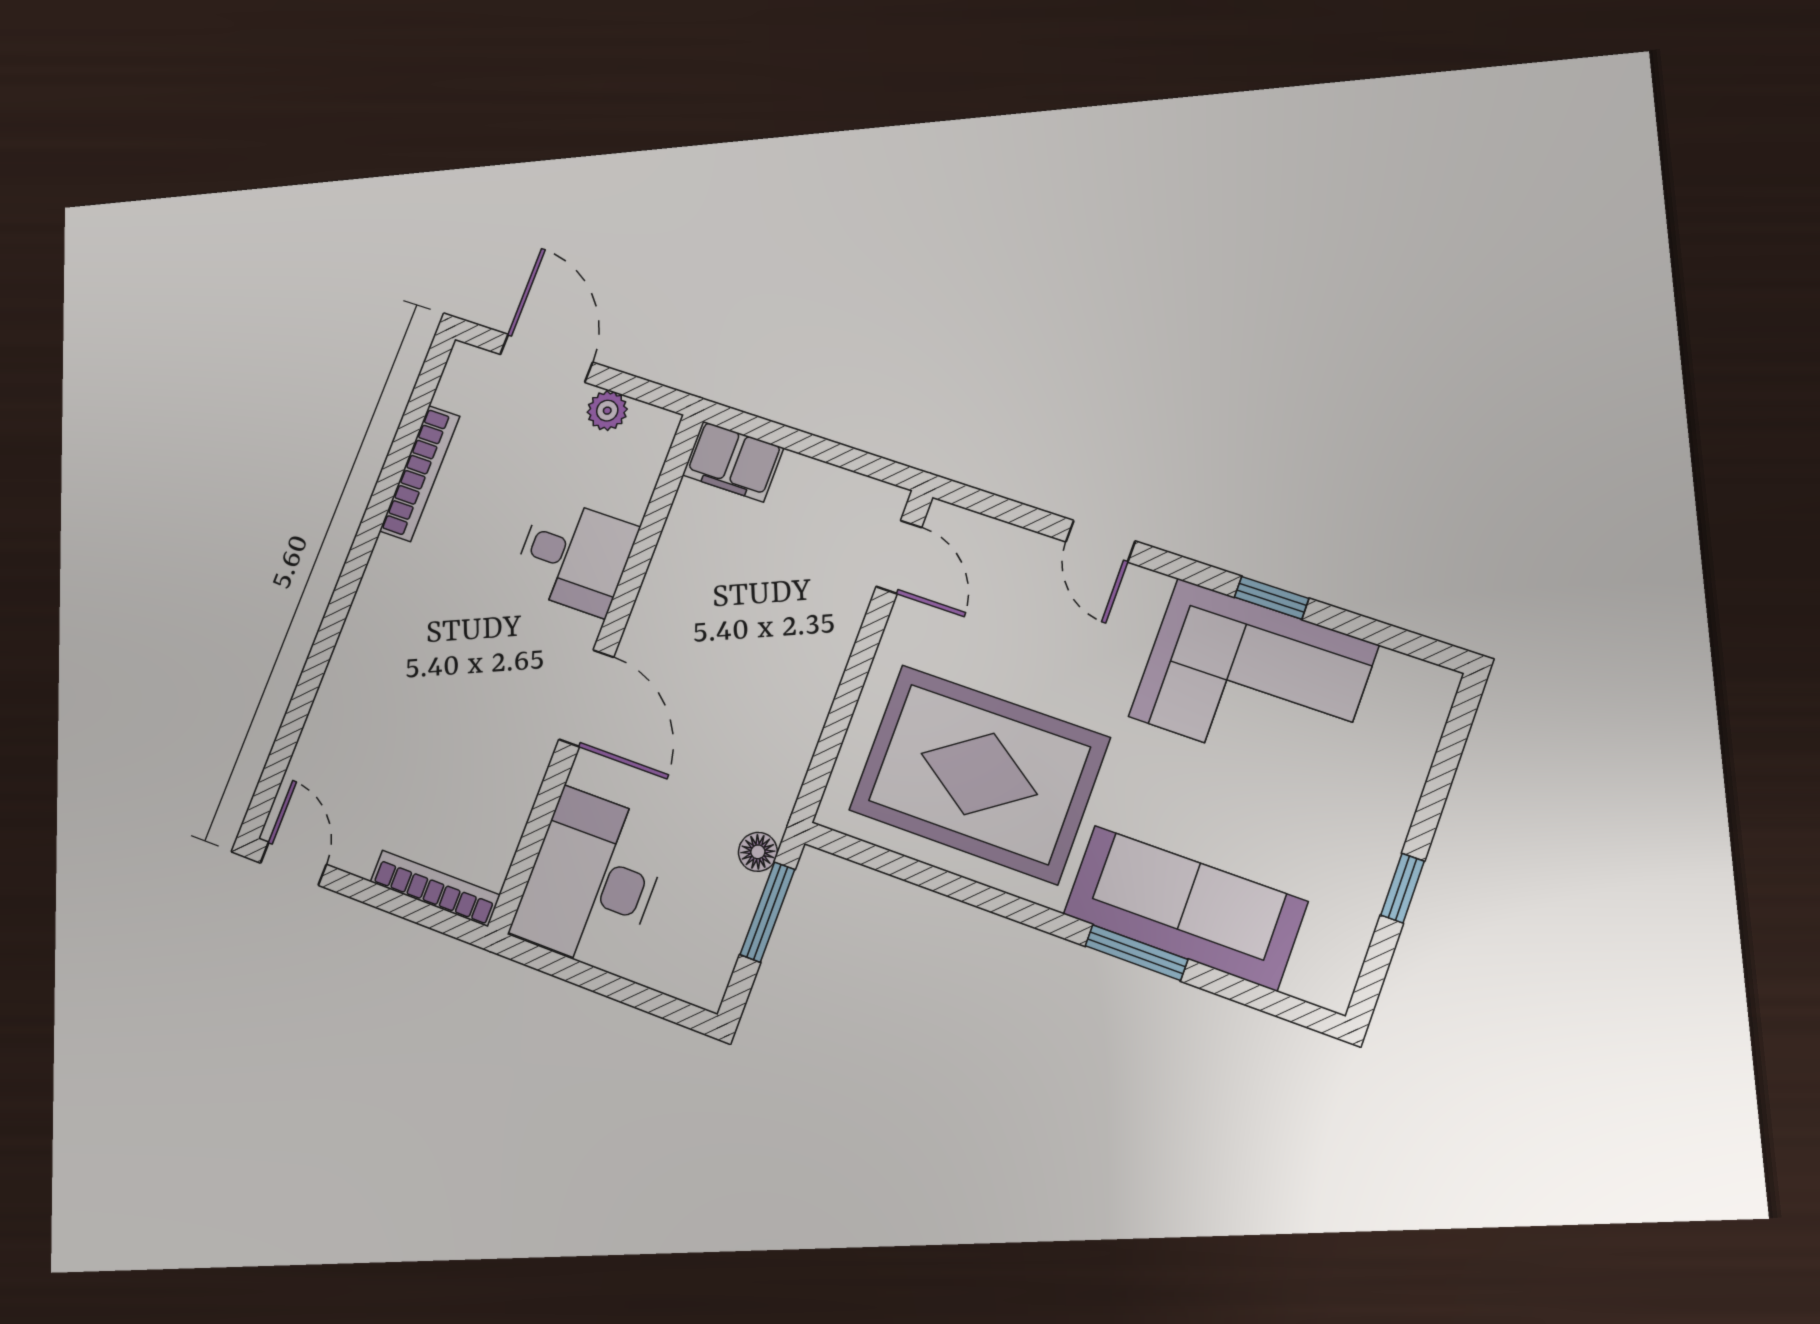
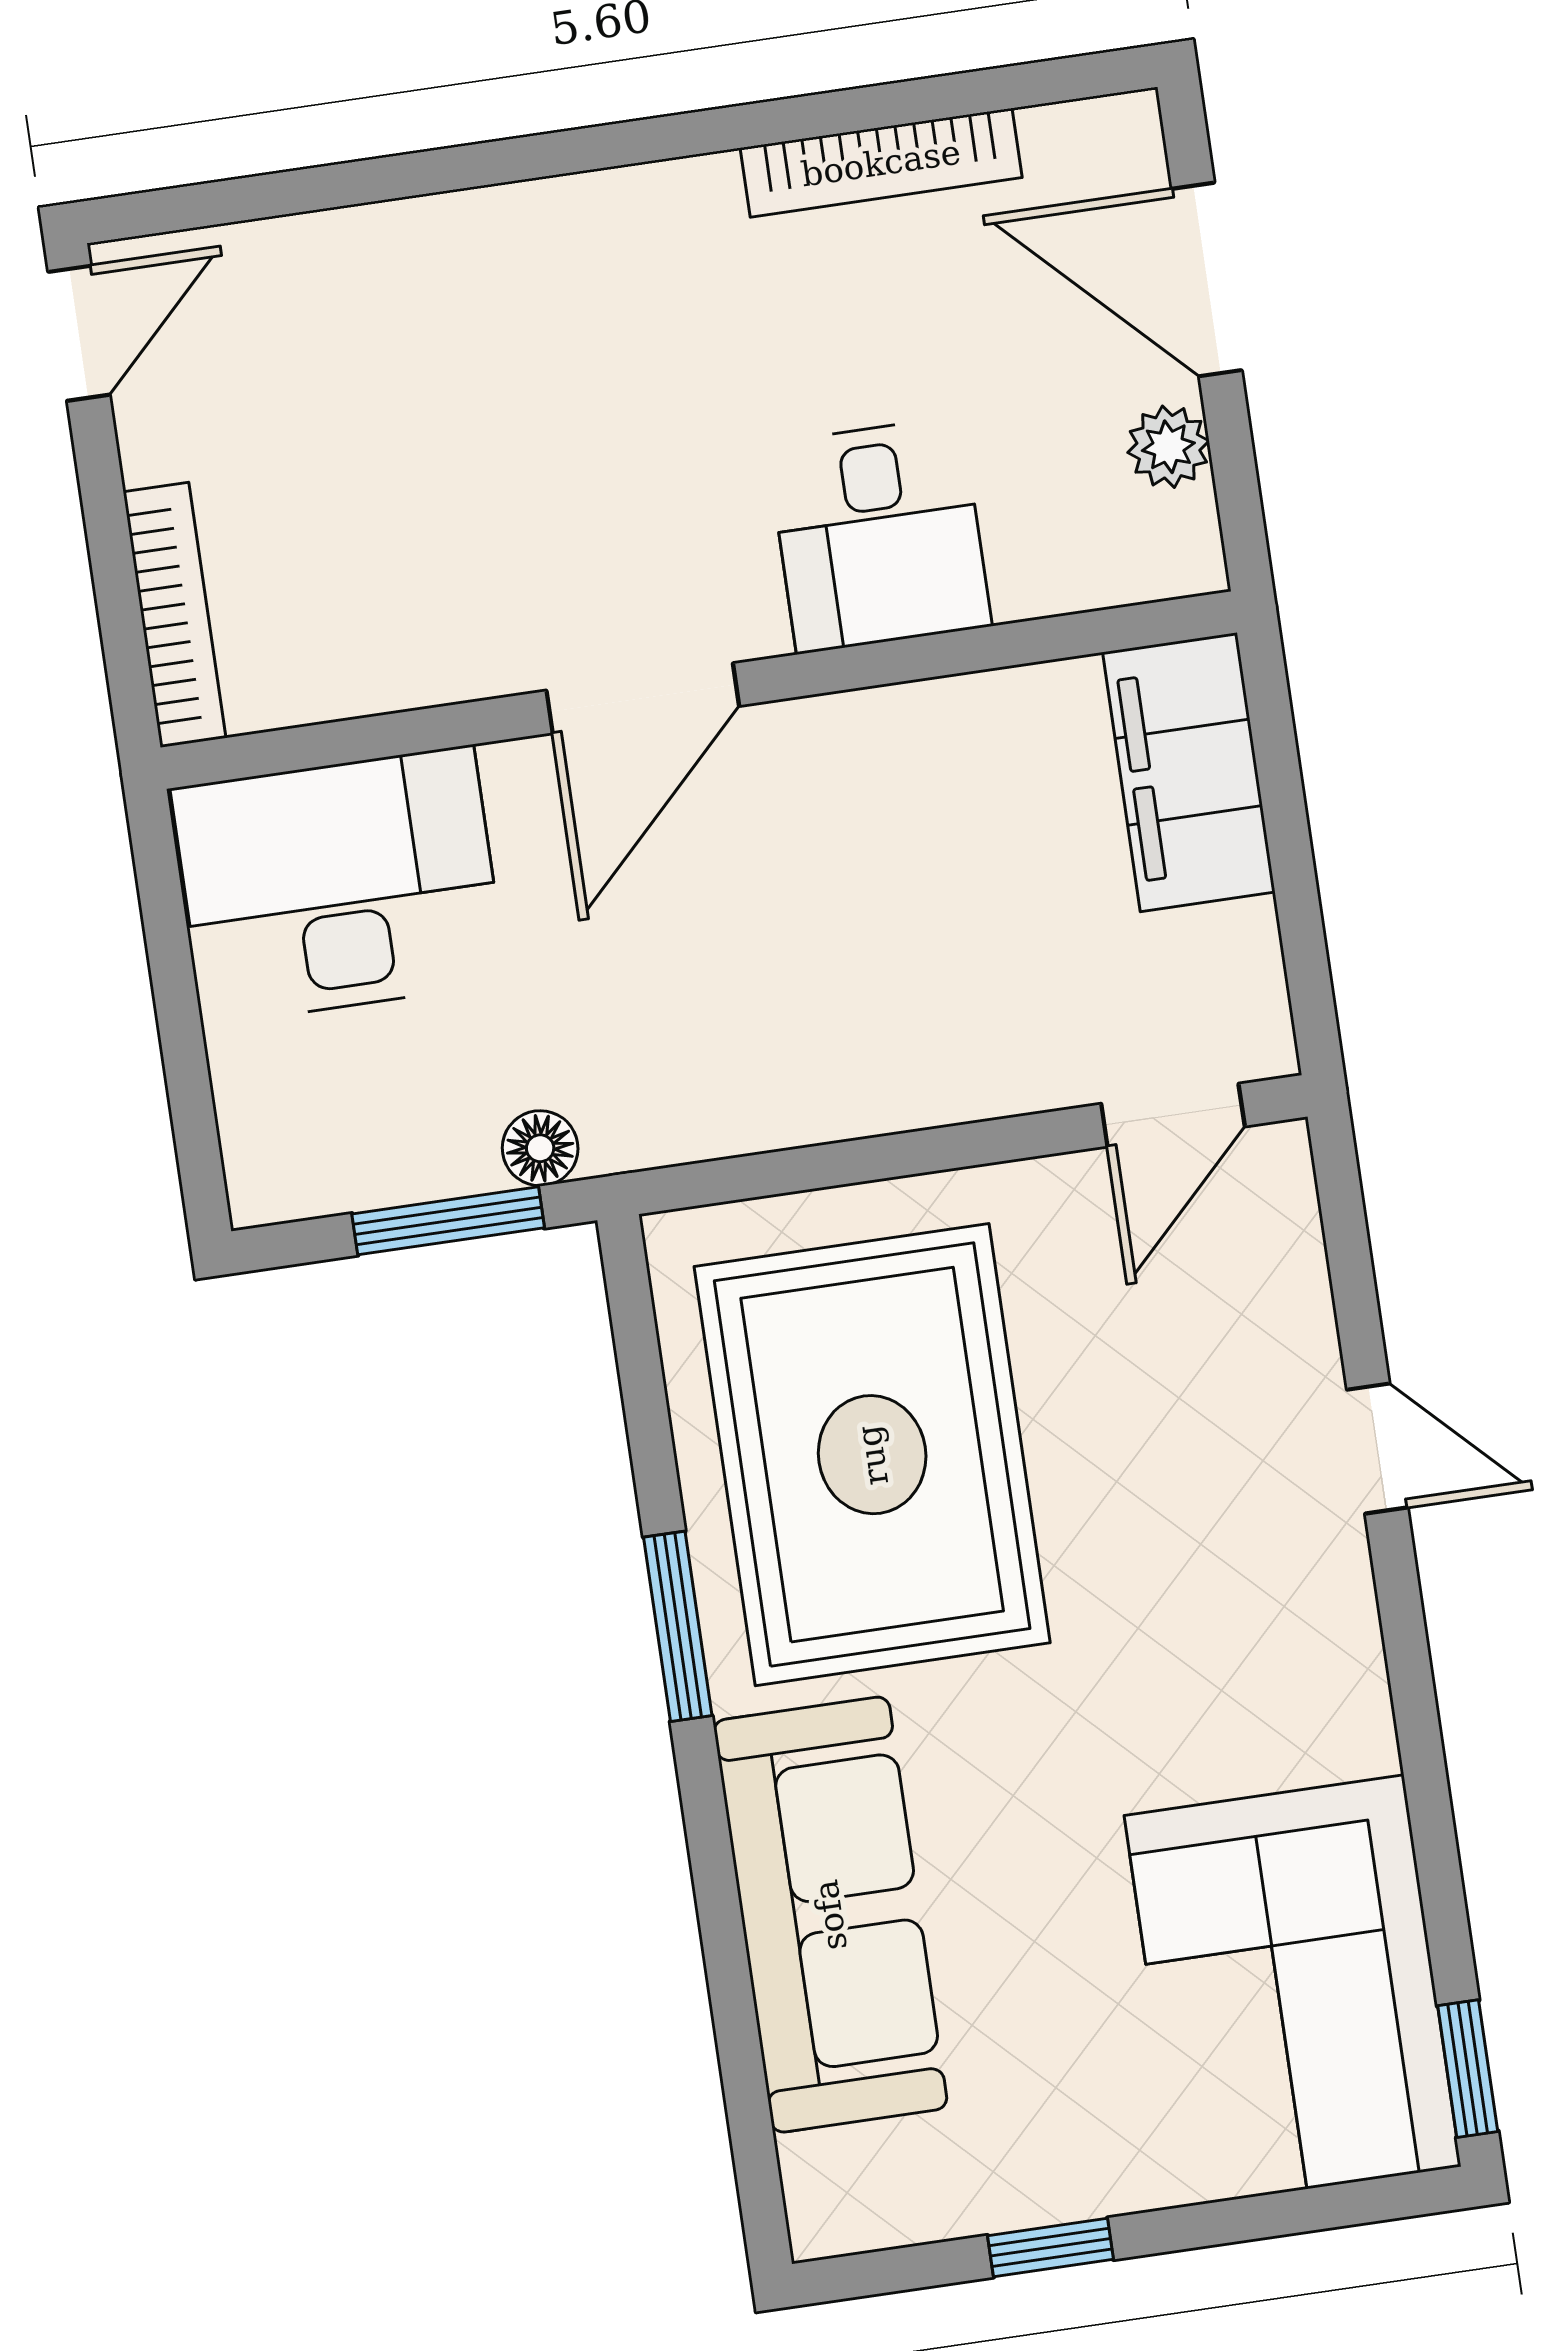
door: (546, 358) -> (1207, 280), swing flipped
filing cabinet: (733, 461) -> (1189, 772), width x1.50, depth x1.17
door: (1100, 541) -> (1377, 1449), swing flipped
window: (1272, 598) -> (1468, 2069), moved
corner sofa: (1253, 681) -> (1293, 1991), moved
window: (1136, 953) -> (678, 1626), moved

